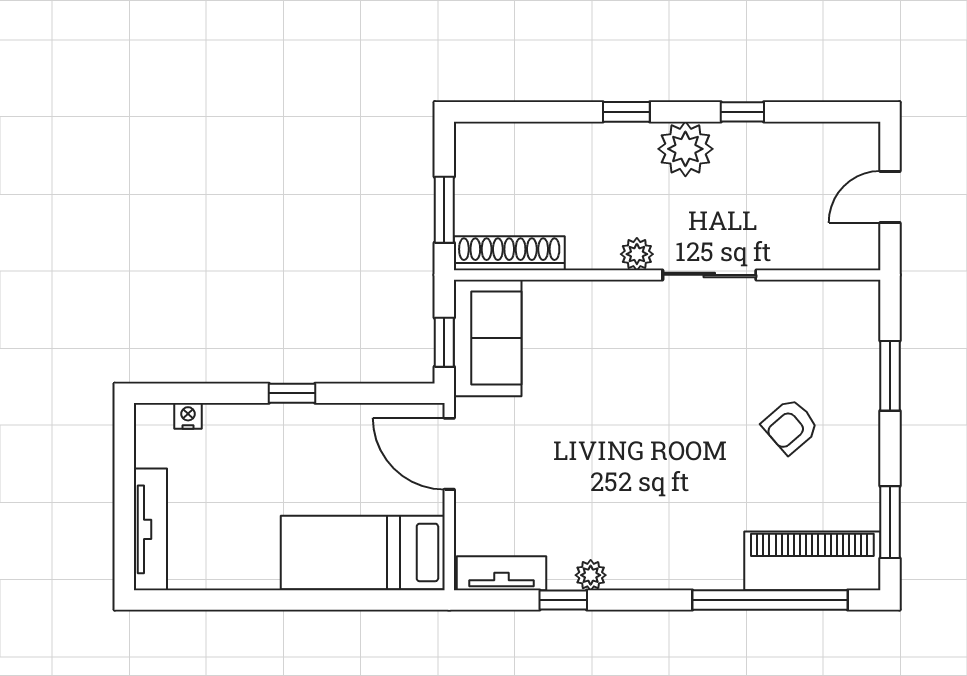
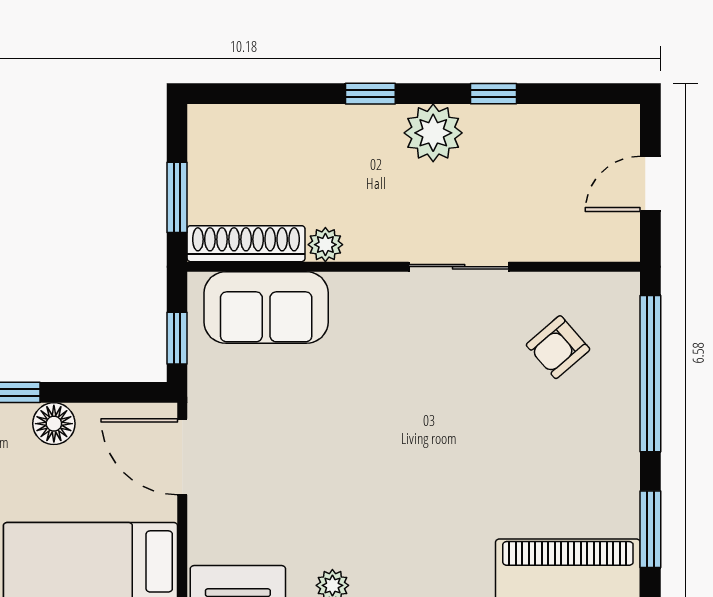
plant: (637, 254) -> (325, 245), moved
sofa: (488, 338) -> (266, 307), moved, turned 90
window: (890, 376) -> (650, 374), width x2.11
floor lamp: (328, 423) -> (54, 424), added
armchair: (790, 426) -> (558, 347), moved

